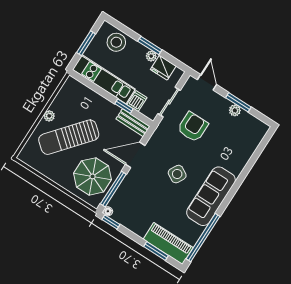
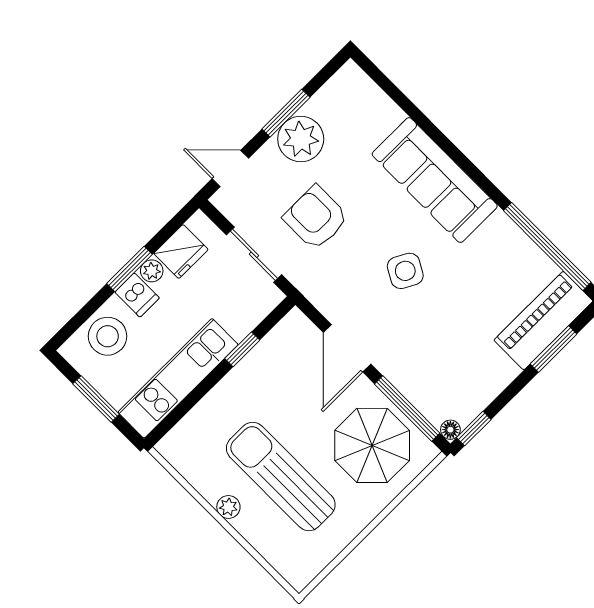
dishwasher: (137, 101) -> (137, 295), moved, turned 180
plant: (235, 110) -> (301, 139), width x1.87, depth x1.87
bench: (133, 123) -> (280, 338), removed
sun lounger: (69, 137) -> (281, 476), turned 140
sofa: (211, 196) -> (435, 180), moved

